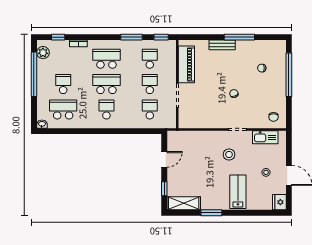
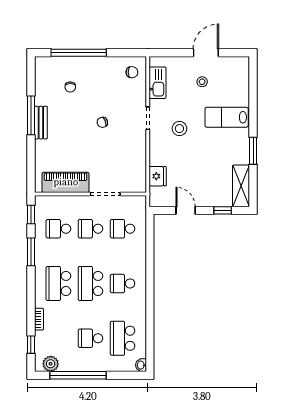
bench: (222, 45) -> (41, 123), moved
fridge: (279, 202) -> (158, 176), moved, turned -90

